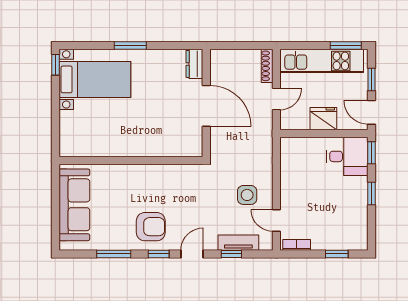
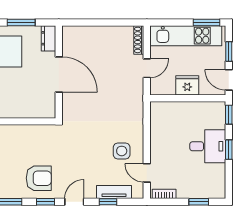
dresser: (194, 64) -> (49, 38), moved
wall: (206, 103) -> (59, 72), moved
door: (206, 106) -> (59, 74), moved
desk: (347, 156) -> (208, 146), moved

